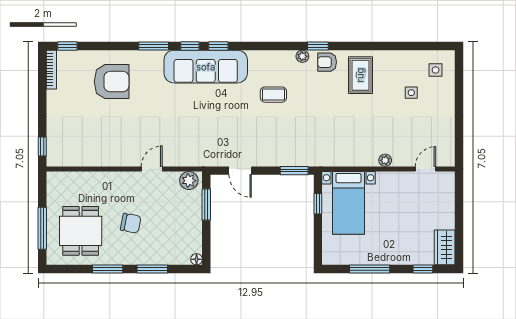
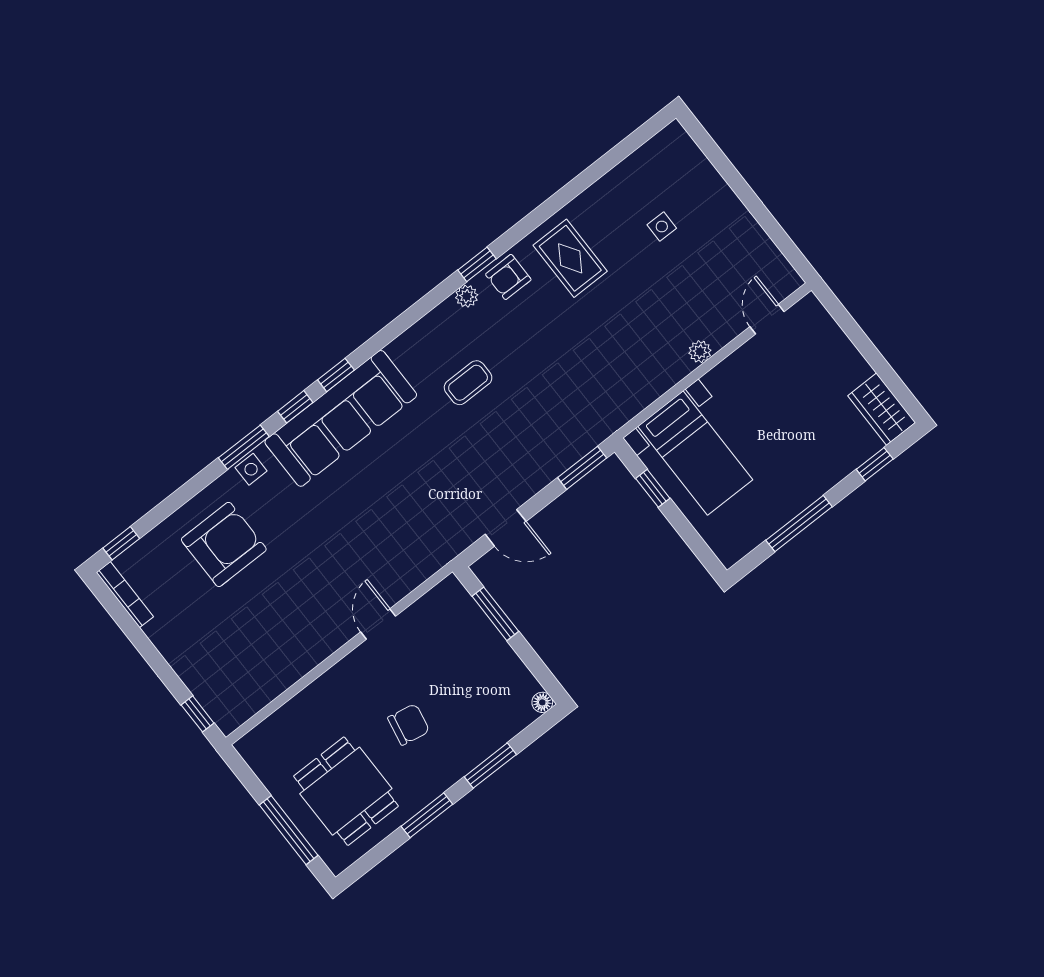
side table: (436, 70) -> (251, 469), moved
plant: (189, 181) -> (444, 599), removed

